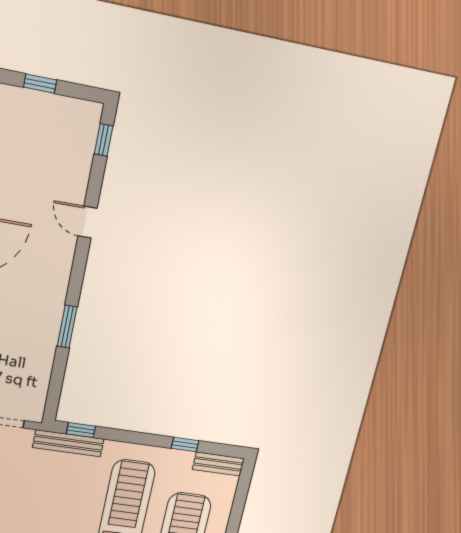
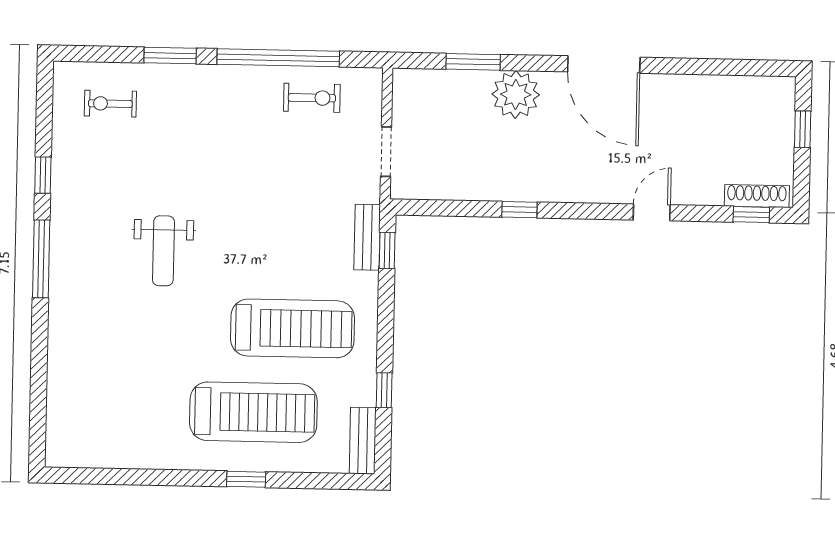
shoe rack: (89, 133) -> (757, 196), added
window: (67, 327) -> (519, 210), width x0.67
bench: (68, 443) -> (367, 237), width x0.73

